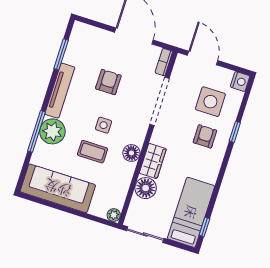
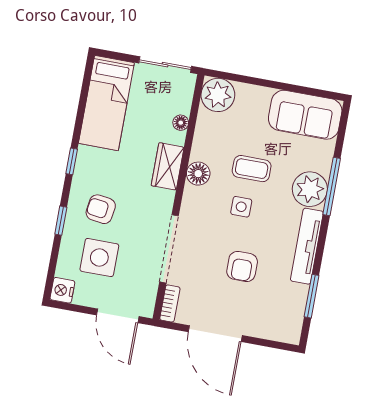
armchair: (205, 136) -> (101, 209), turned 98
sofa: (58, 188) -> (305, 115), width x0.73
floor lamp: (146, 188) -> (181, 123), width x0.53, depth x0.53
plant: (114, 215) -> (218, 95), width x1.88, depth x1.88
window: (204, 227) -> (72, 161), moved

